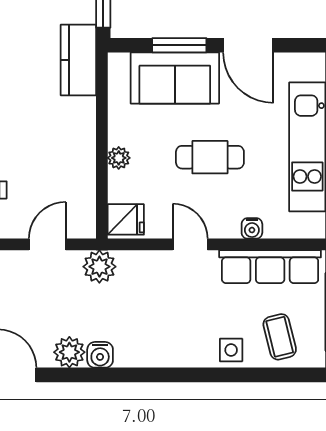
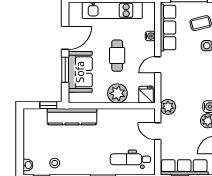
kitchen counter: (78, 60) -> (72, 117), width x1.50
plant: (119, 158) -> (117, 93), width x1.88, depth x1.88

